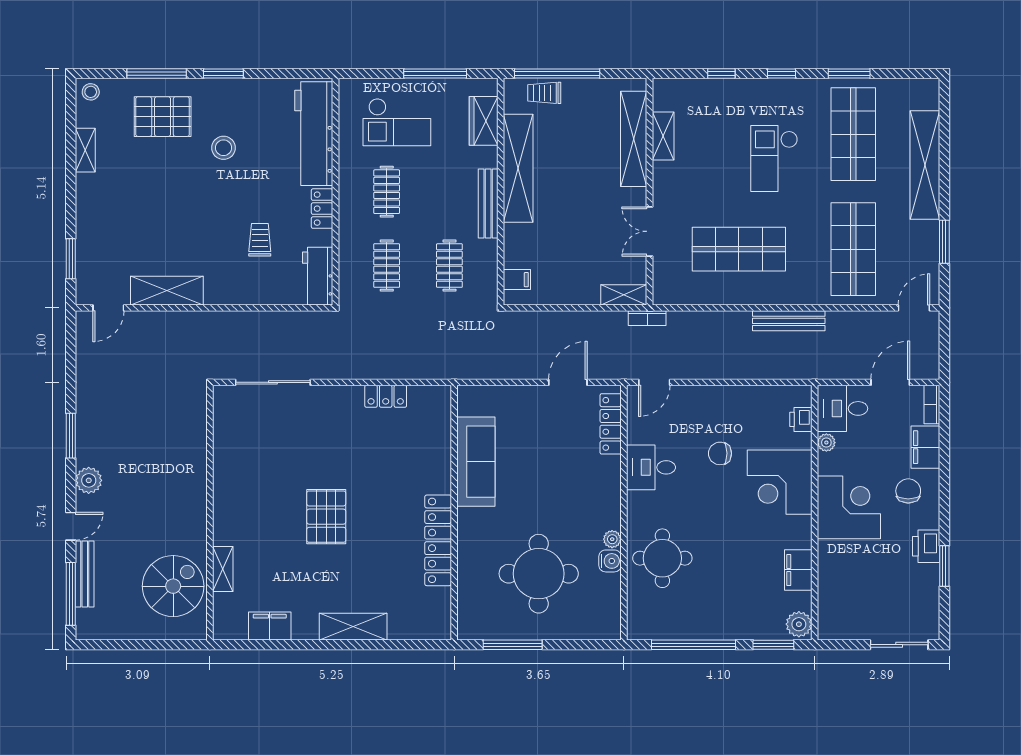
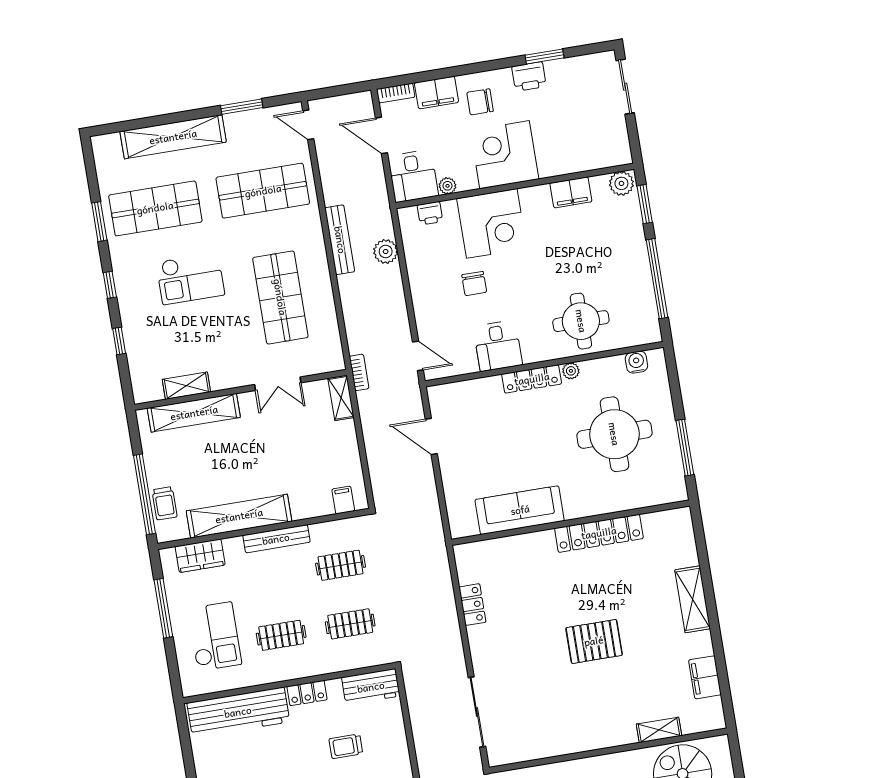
plant: (769, 367) -> (386, 252), added
locker: (611, 424) -> (532, 379), moved
water cooler: (610, 561) -> (636, 362), moved

